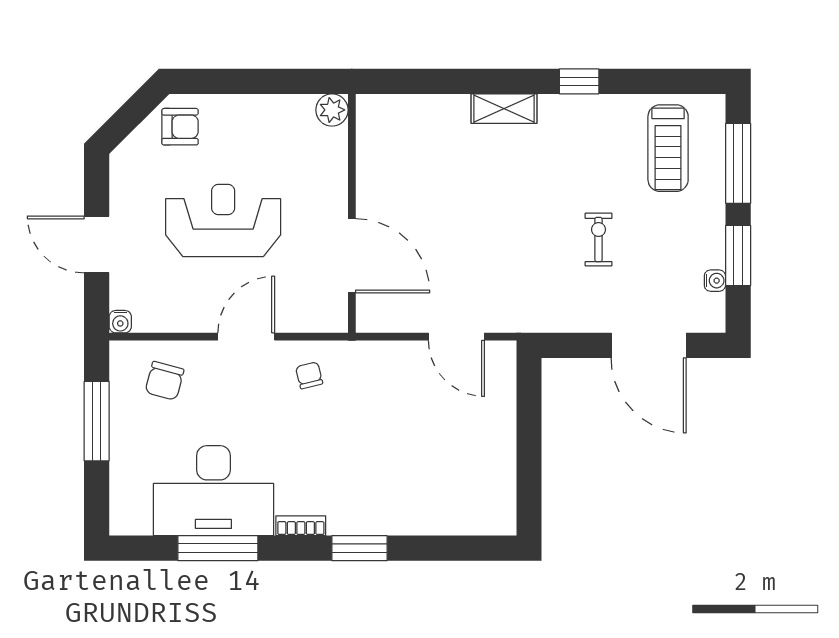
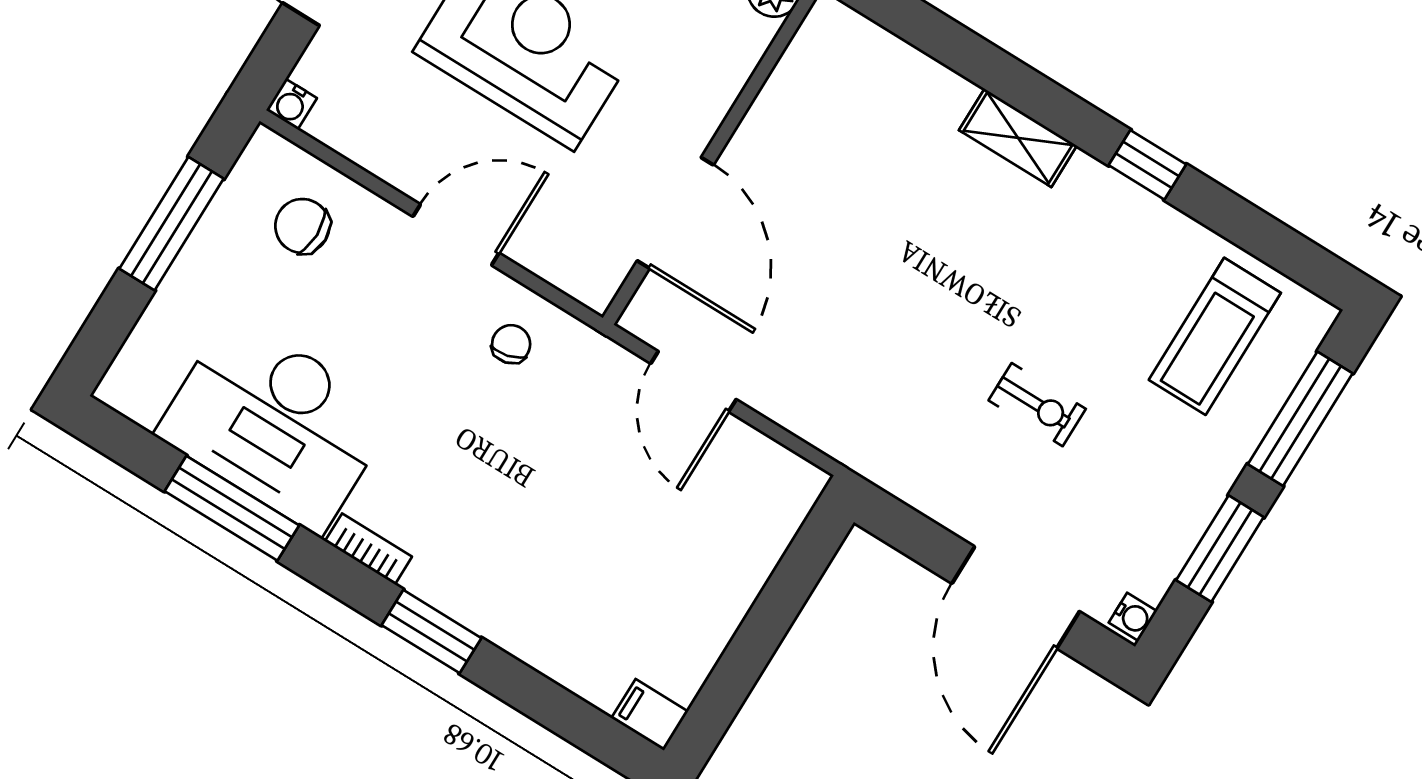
exercise bike: (598, 239) -> (1037, 405), turned 90
water cooler: (715, 281) -> (1133, 617), moved
door: (456, 337) -> (693, 381), moved
chair: (164, 381) -> (302, 226), turned 75
filing cabinet: (498, 522) -> (650, 715), added

